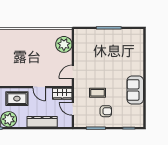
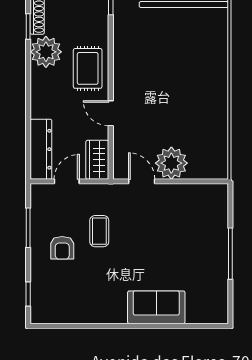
plant: (64, 44) -> (171, 163), moved
door: (39, 87) -> (111, 113), hinge flipped
sofa: (135, 90) -> (156, 307), moved
dresser: (42, 122) -> (41, 149), moved

